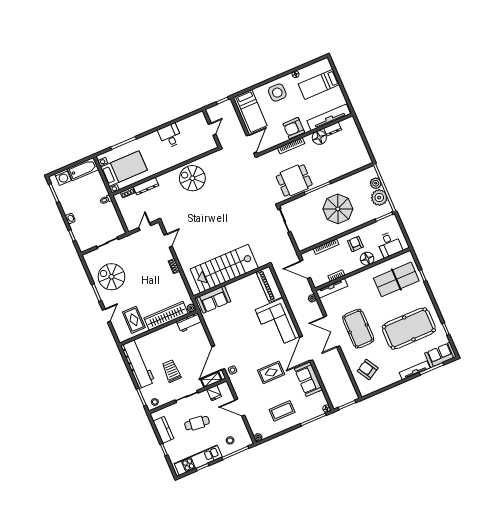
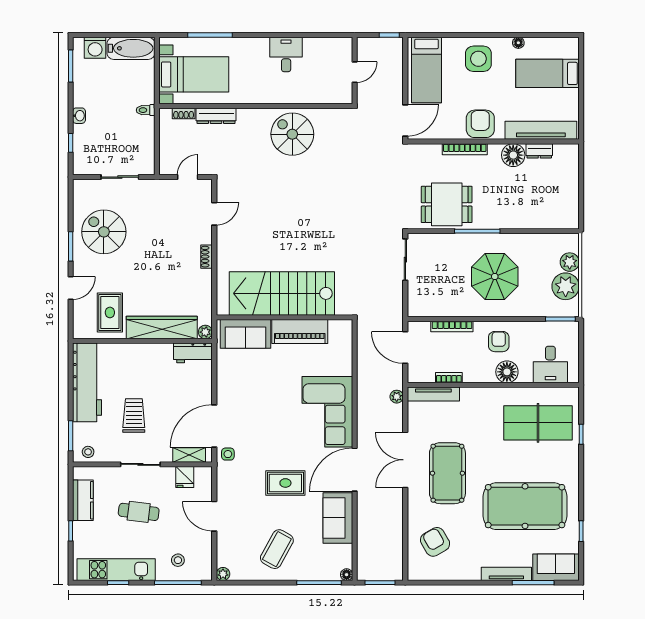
armchair: (294, 128) -> (480, 124), turned 90
piano: (269, 284) -> (300, 331), moved, turned -90
coffee table: (282, 411) -> (277, 549), turned -61

